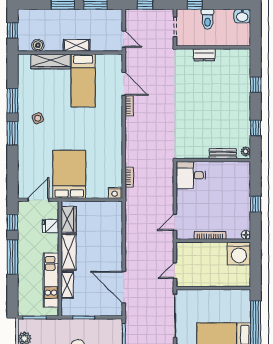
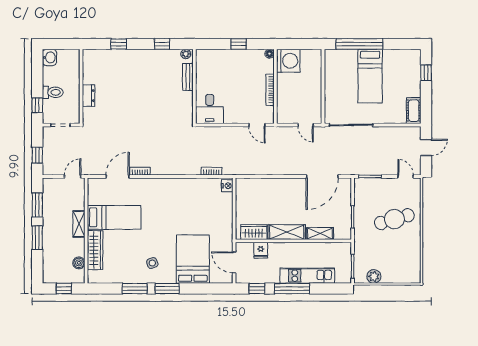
bed: (69, 174) -> (193, 259), moved, turned 90
kitchen unit: (51, 280) -> (307, 276), moved, turned 180

